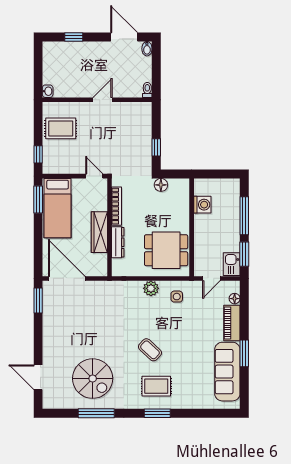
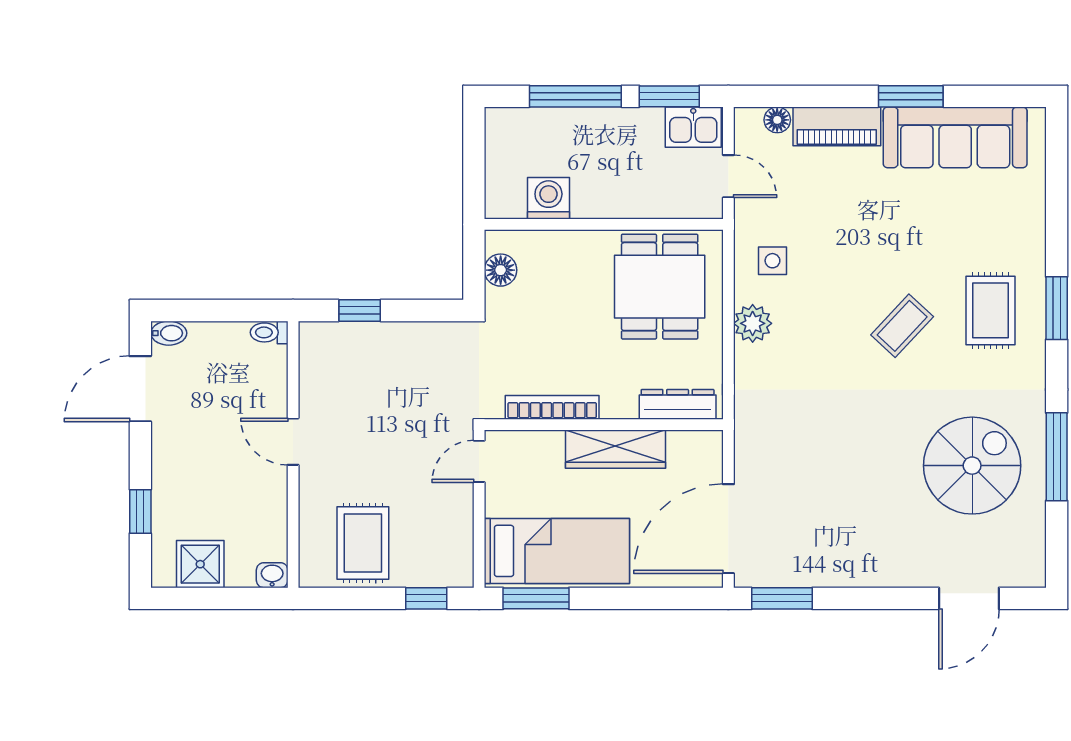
shower: (52, 62) -> (200, 564), added
window: (156, 147) -> (360, 310), moved
floor lamp: (161, 185) -> (501, 270), moved
dresser: (118, 242) -> (678, 404), moved

